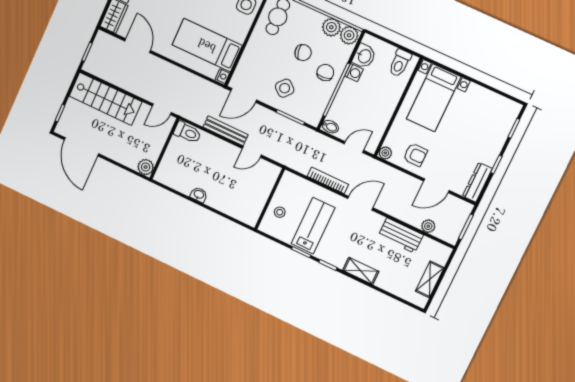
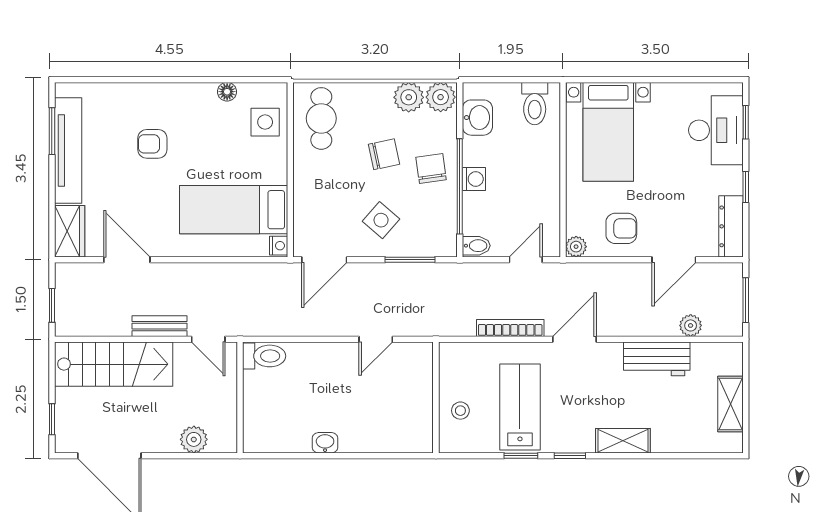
washing machine: (354, 73) -> (474, 179), moved
door: (162, 109) -> (208, 339), hinge flipped
desk: (495, 125) -> (716, 130), added
bench: (226, 131) -> (159, 326), moved, width x0.73
plant: (146, 167) -> (194, 439), moved

